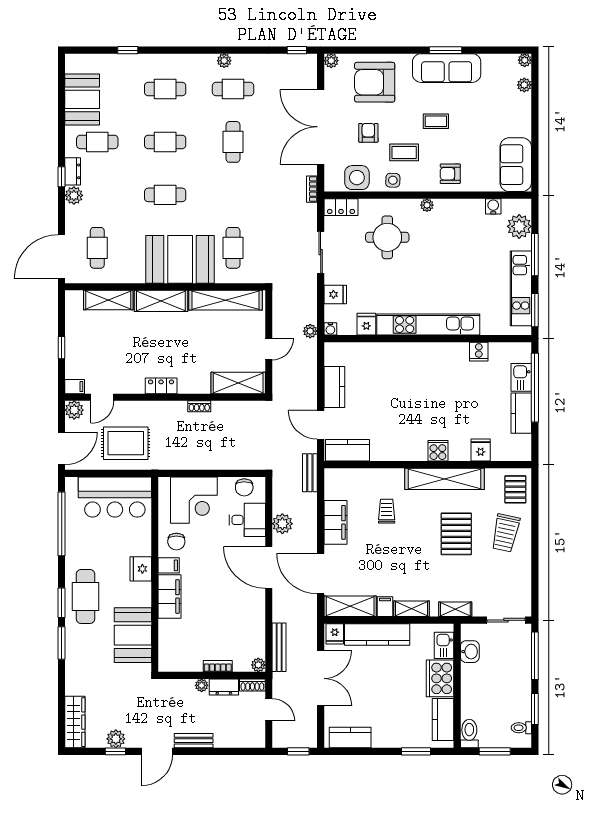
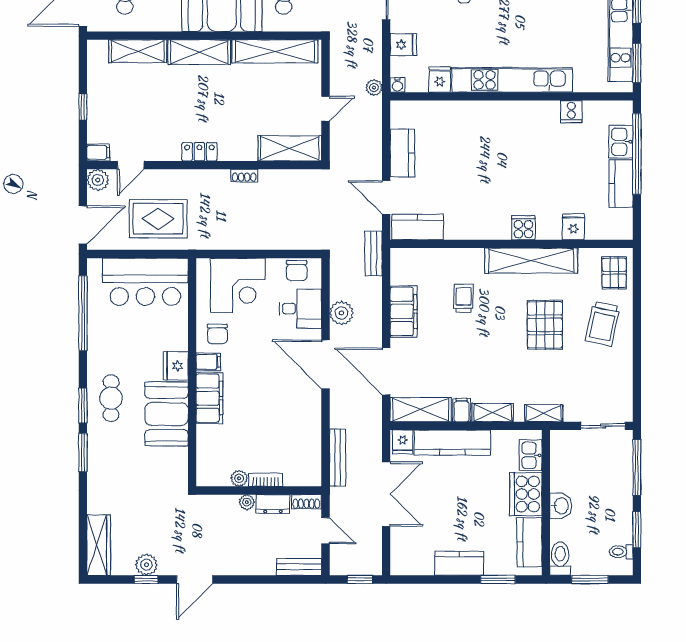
cafe table: (86, 596) -> (111, 398), width x0.73, depth x0.74
booth: (133, 635) -> (166, 414), moved
washbasin: (470, 652) -> (561, 506), moved
plant: (258, 665) -> (239, 478), moved
kitchen counter: (350, 738) -> (459, 563), moved
bench: (194, 741) -> (299, 567), moved

